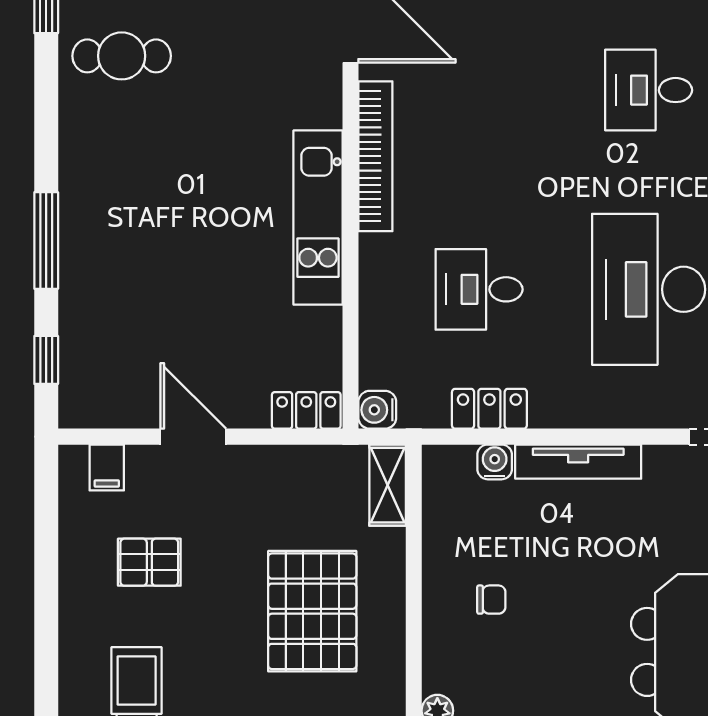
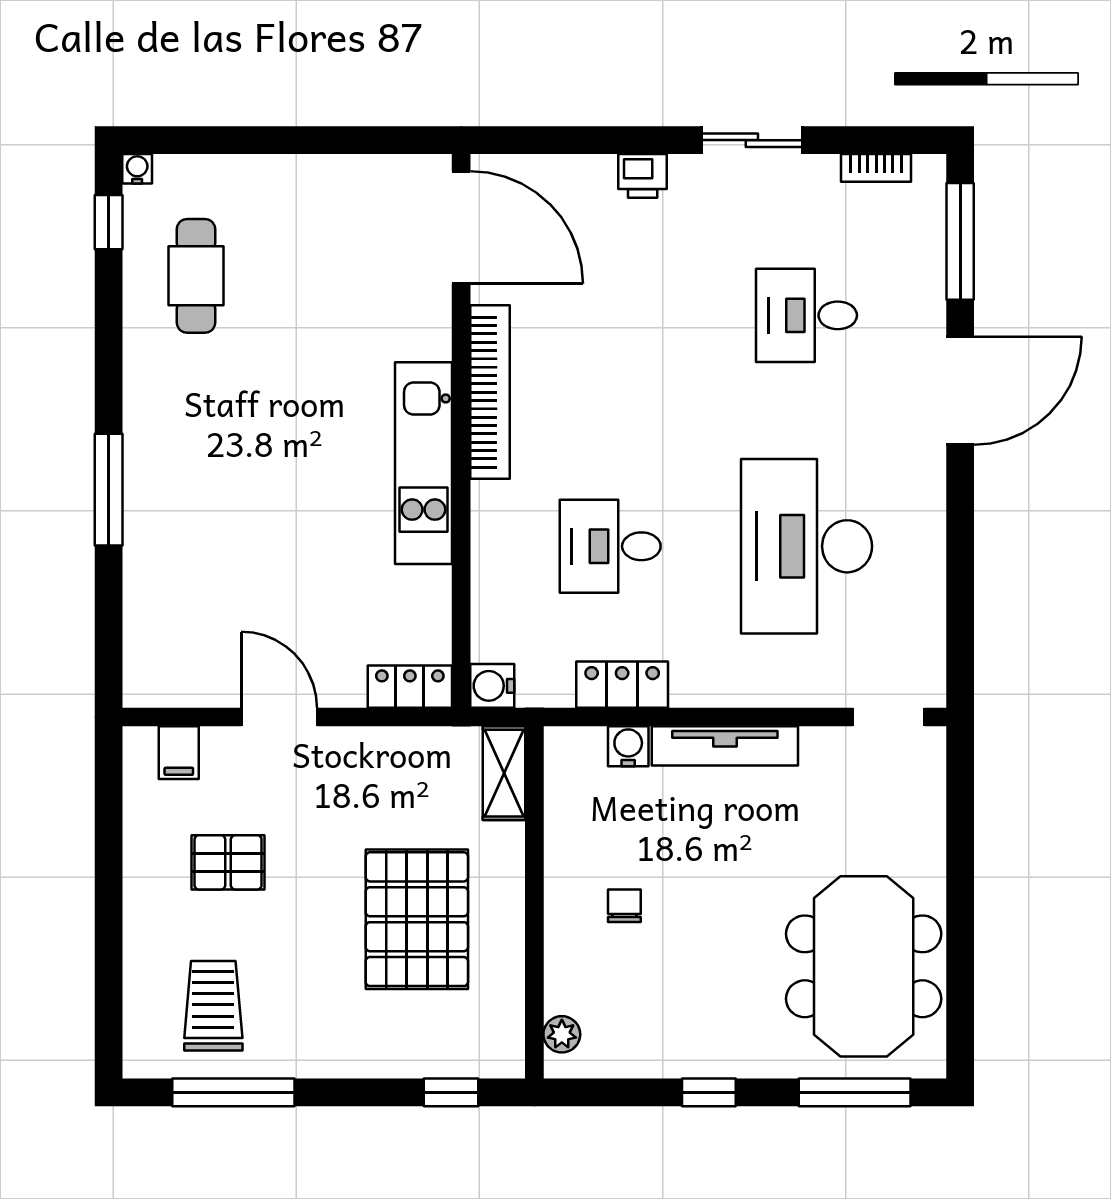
cafe table: (122, 56) -> (196, 276), turned 90
window: (46, 360) -> (109, 628), removed
chair: (491, 600) -> (624, 906), turned -90

